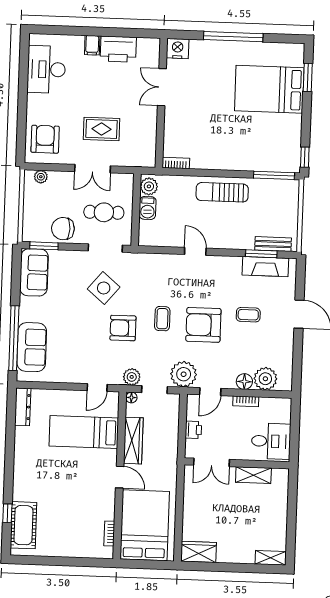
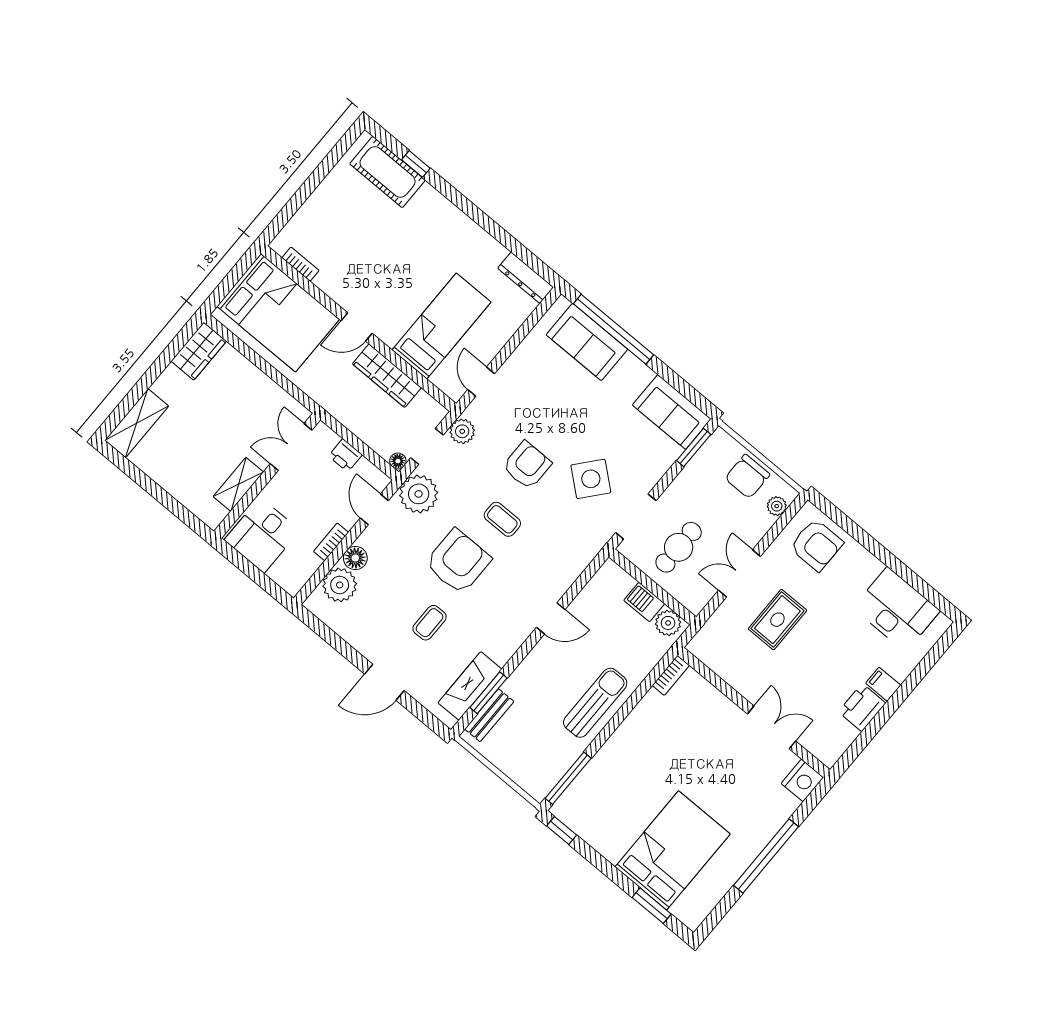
printer: (118, 49) -> (862, 708), width x0.73, depth x0.84
chair: (63, 229) -> (747, 476), moved, turned 180
floor lamp: (131, 398) -> (398, 461), moved
shelving: (271, 558) -> (137, 423), width x1.50, depth x1.33

